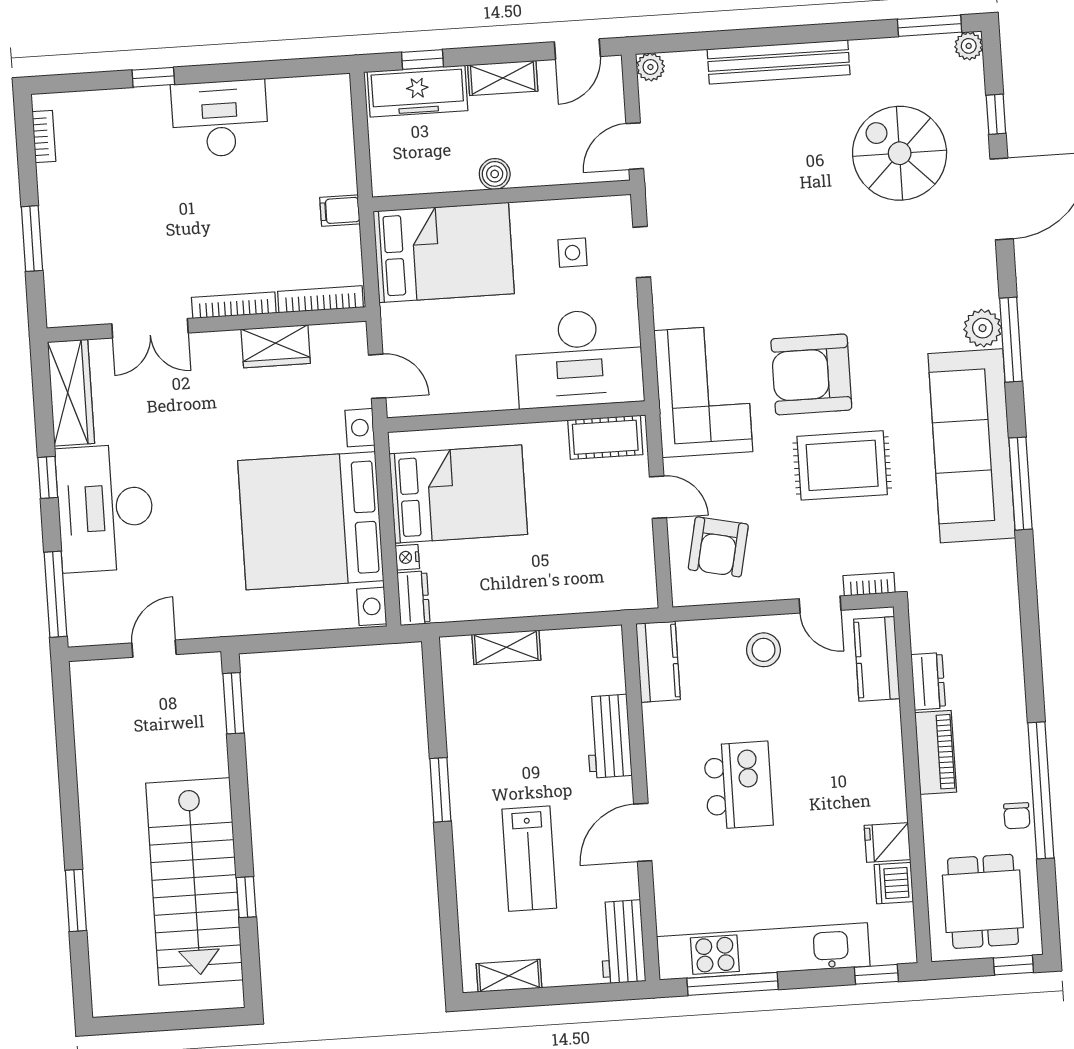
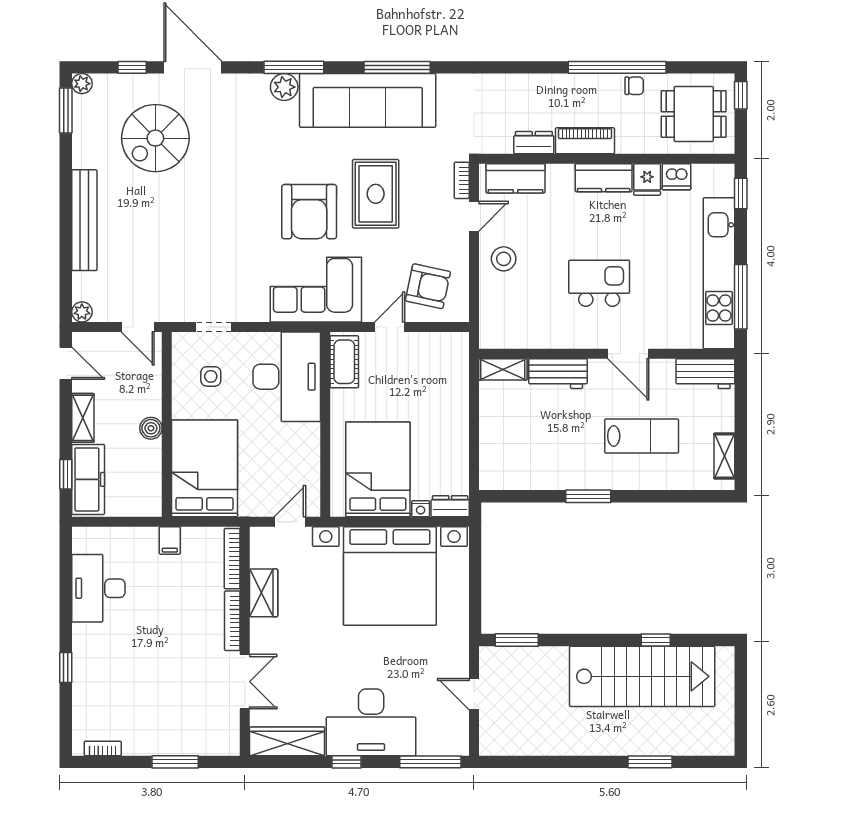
desk: (220, 119) -> (98, 588), moved
shelving: (506, 647) -> (503, 369), moved, turned 90
kitchen counter: (658, 662) -> (604, 178), moved, turned 180

